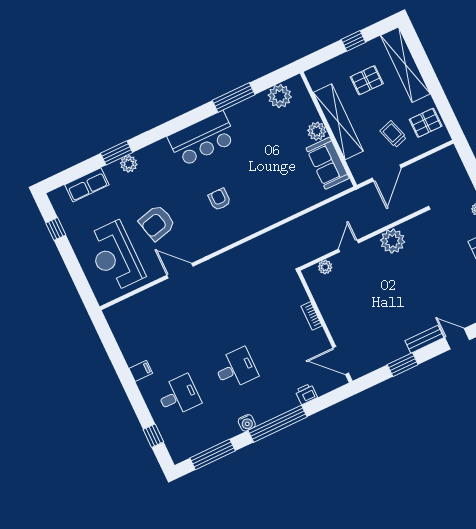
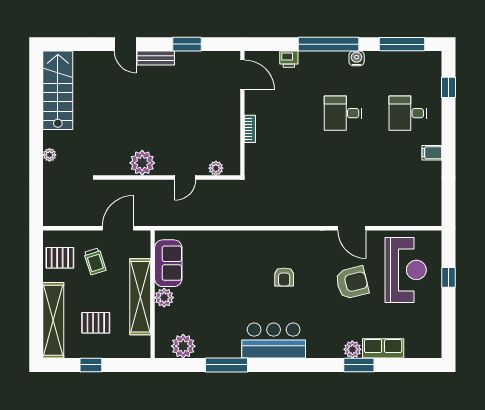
row of seats: (87, 185) -> (383, 348), moved
window: (56, 229) -> (448, 277), moved

